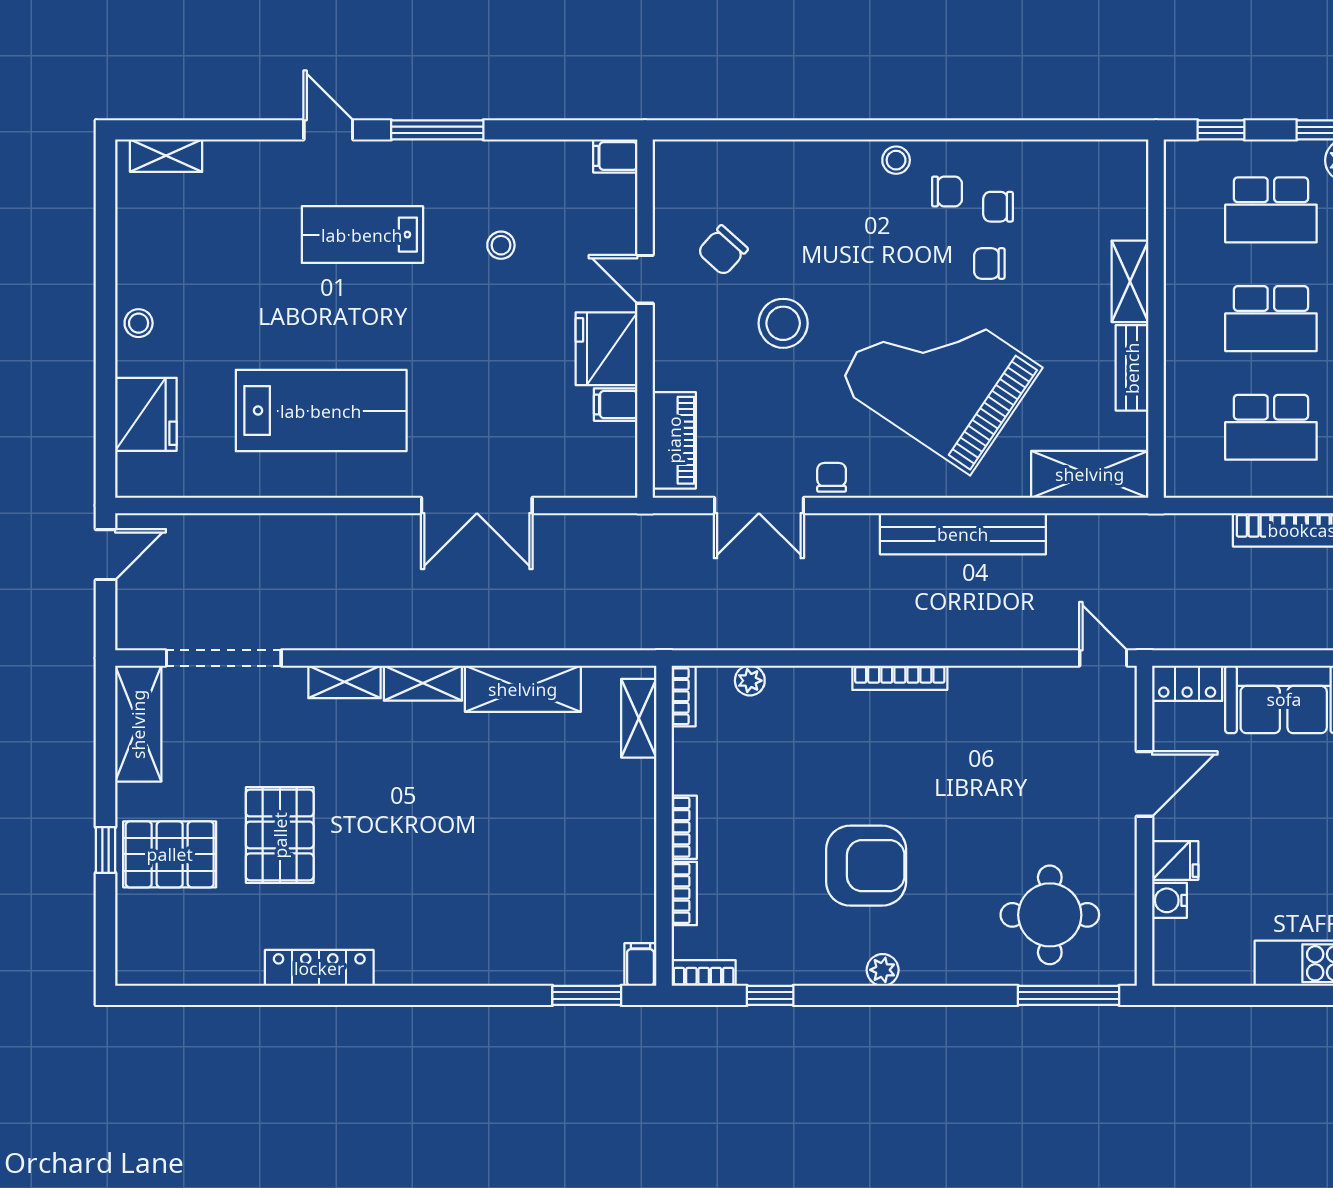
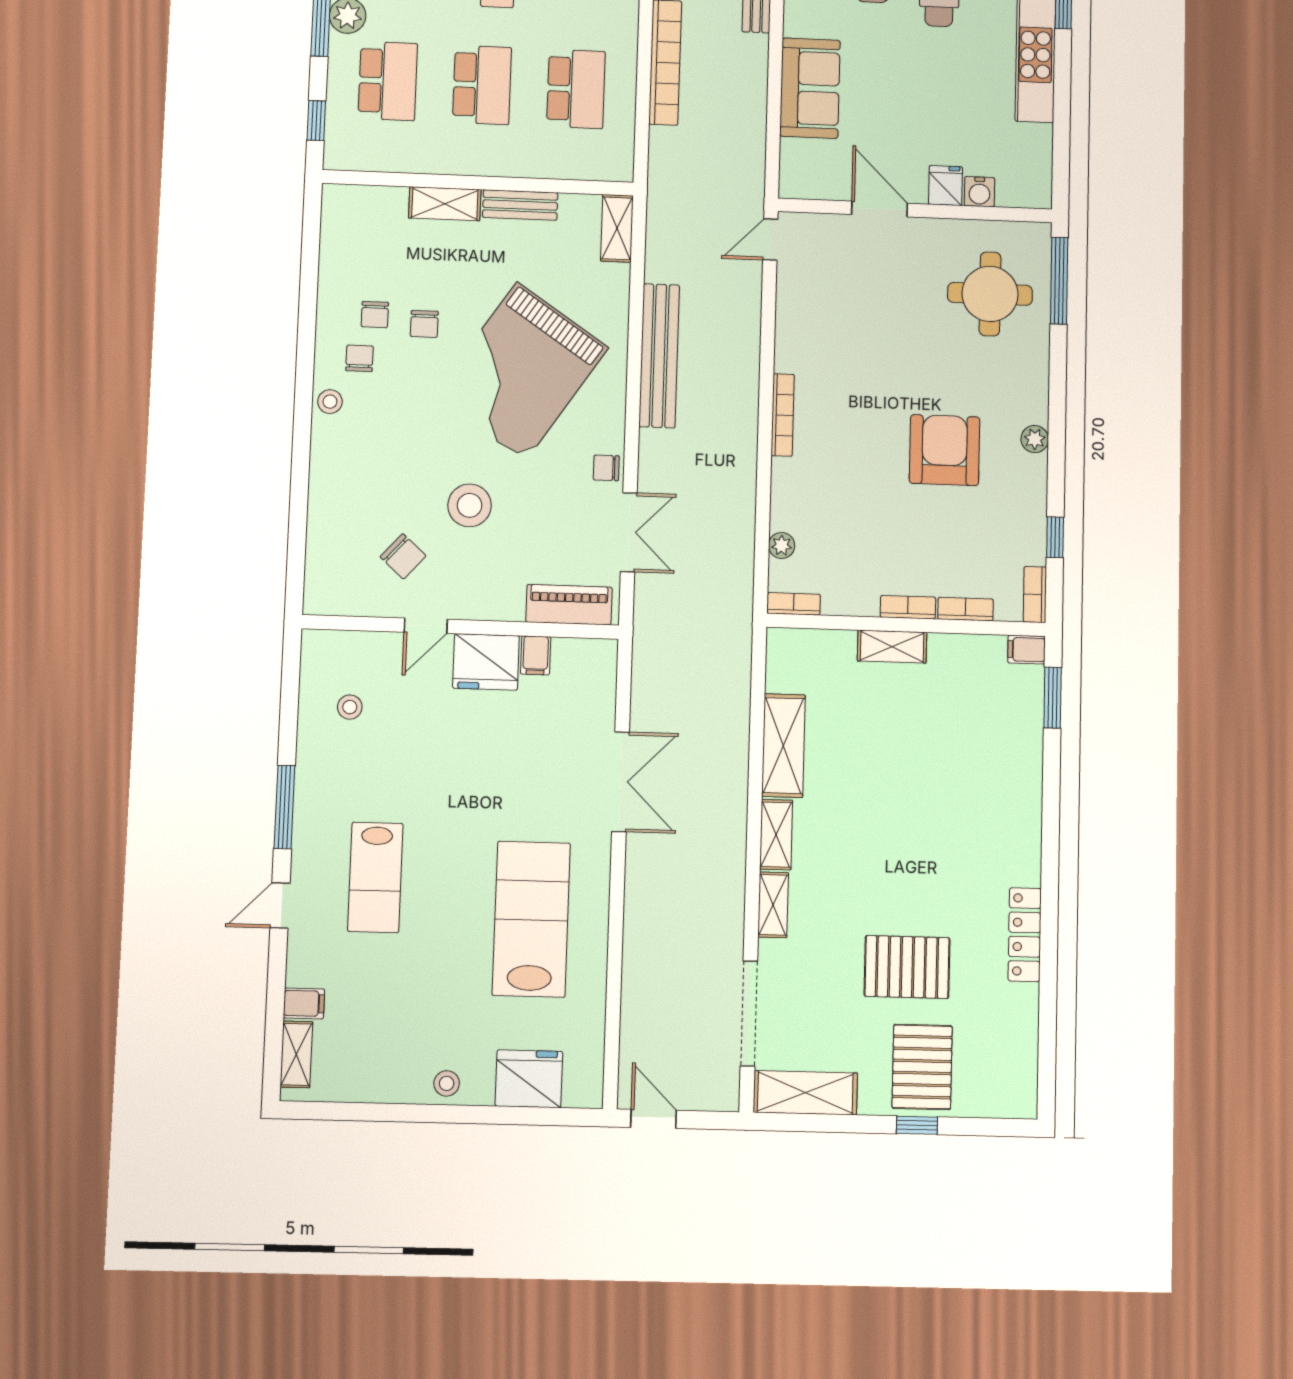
filing cabinet: (615, 156) -> (304, 1003), moved, turned -90
stool: (501, 245) -> (350, 707), moved
shelving: (1090, 474) -> (617, 228), width x0.67, depth x0.75
locker: (1187, 683) -> (794, 169), removed
shelving: (639, 718) -> (892, 647), moved

